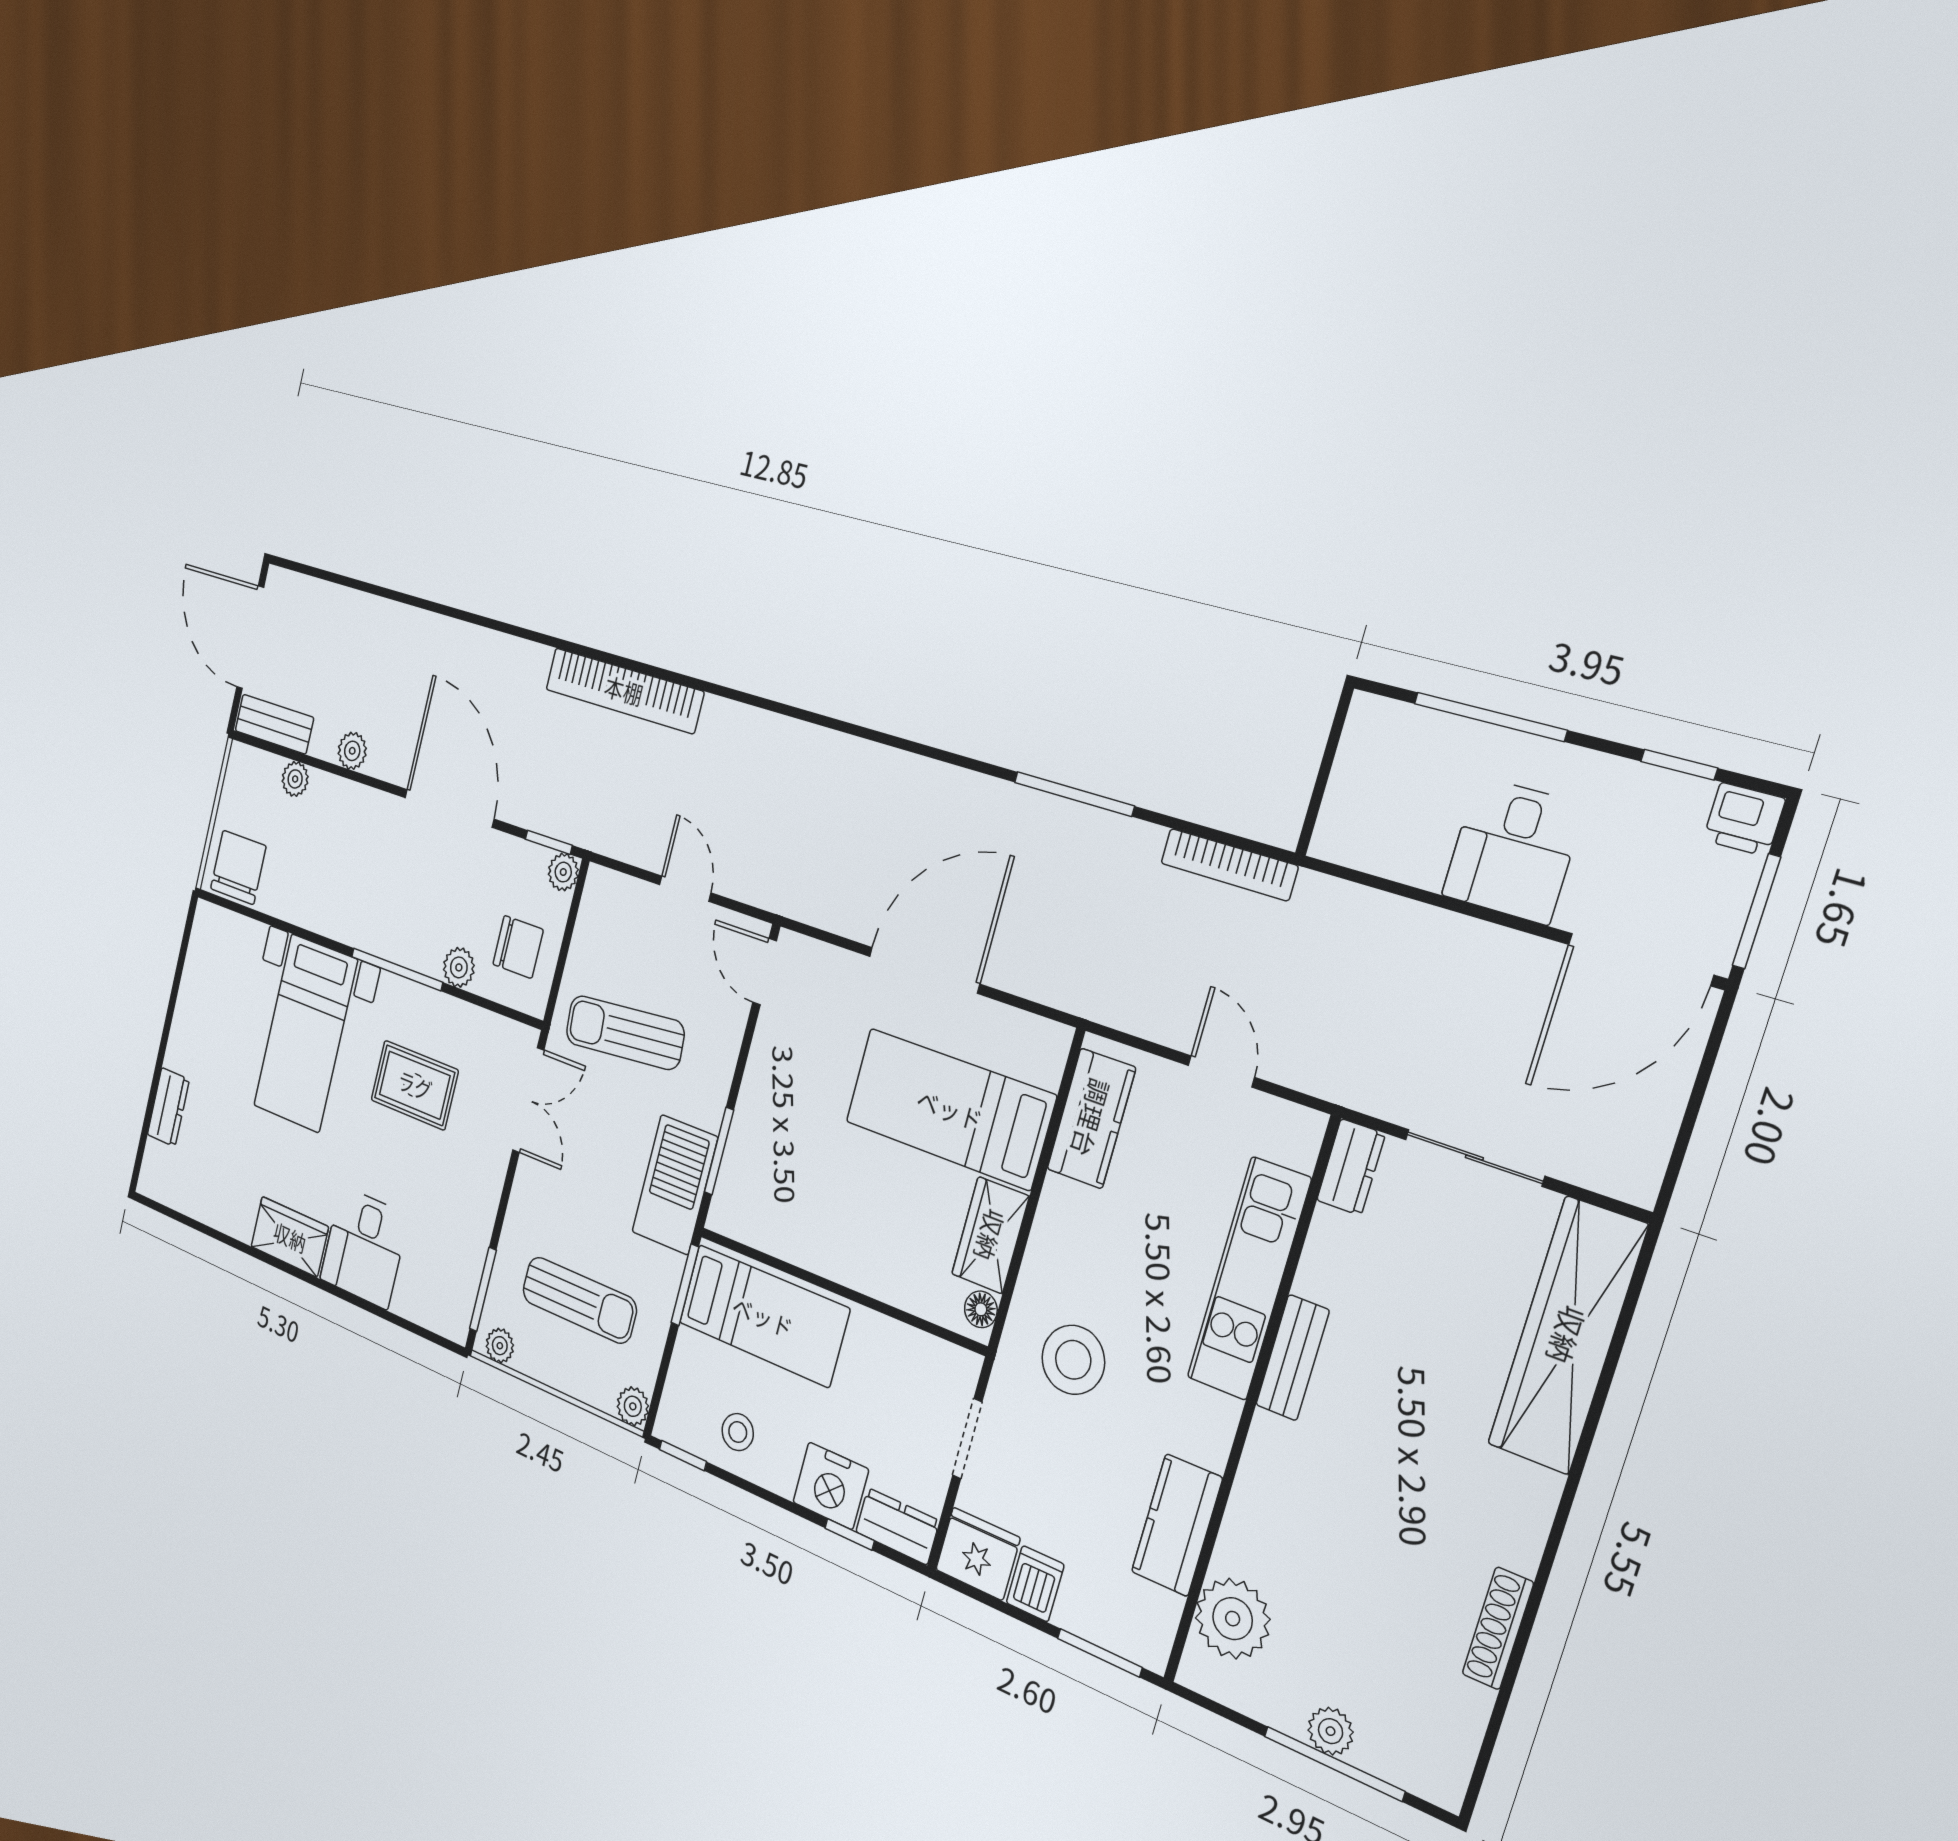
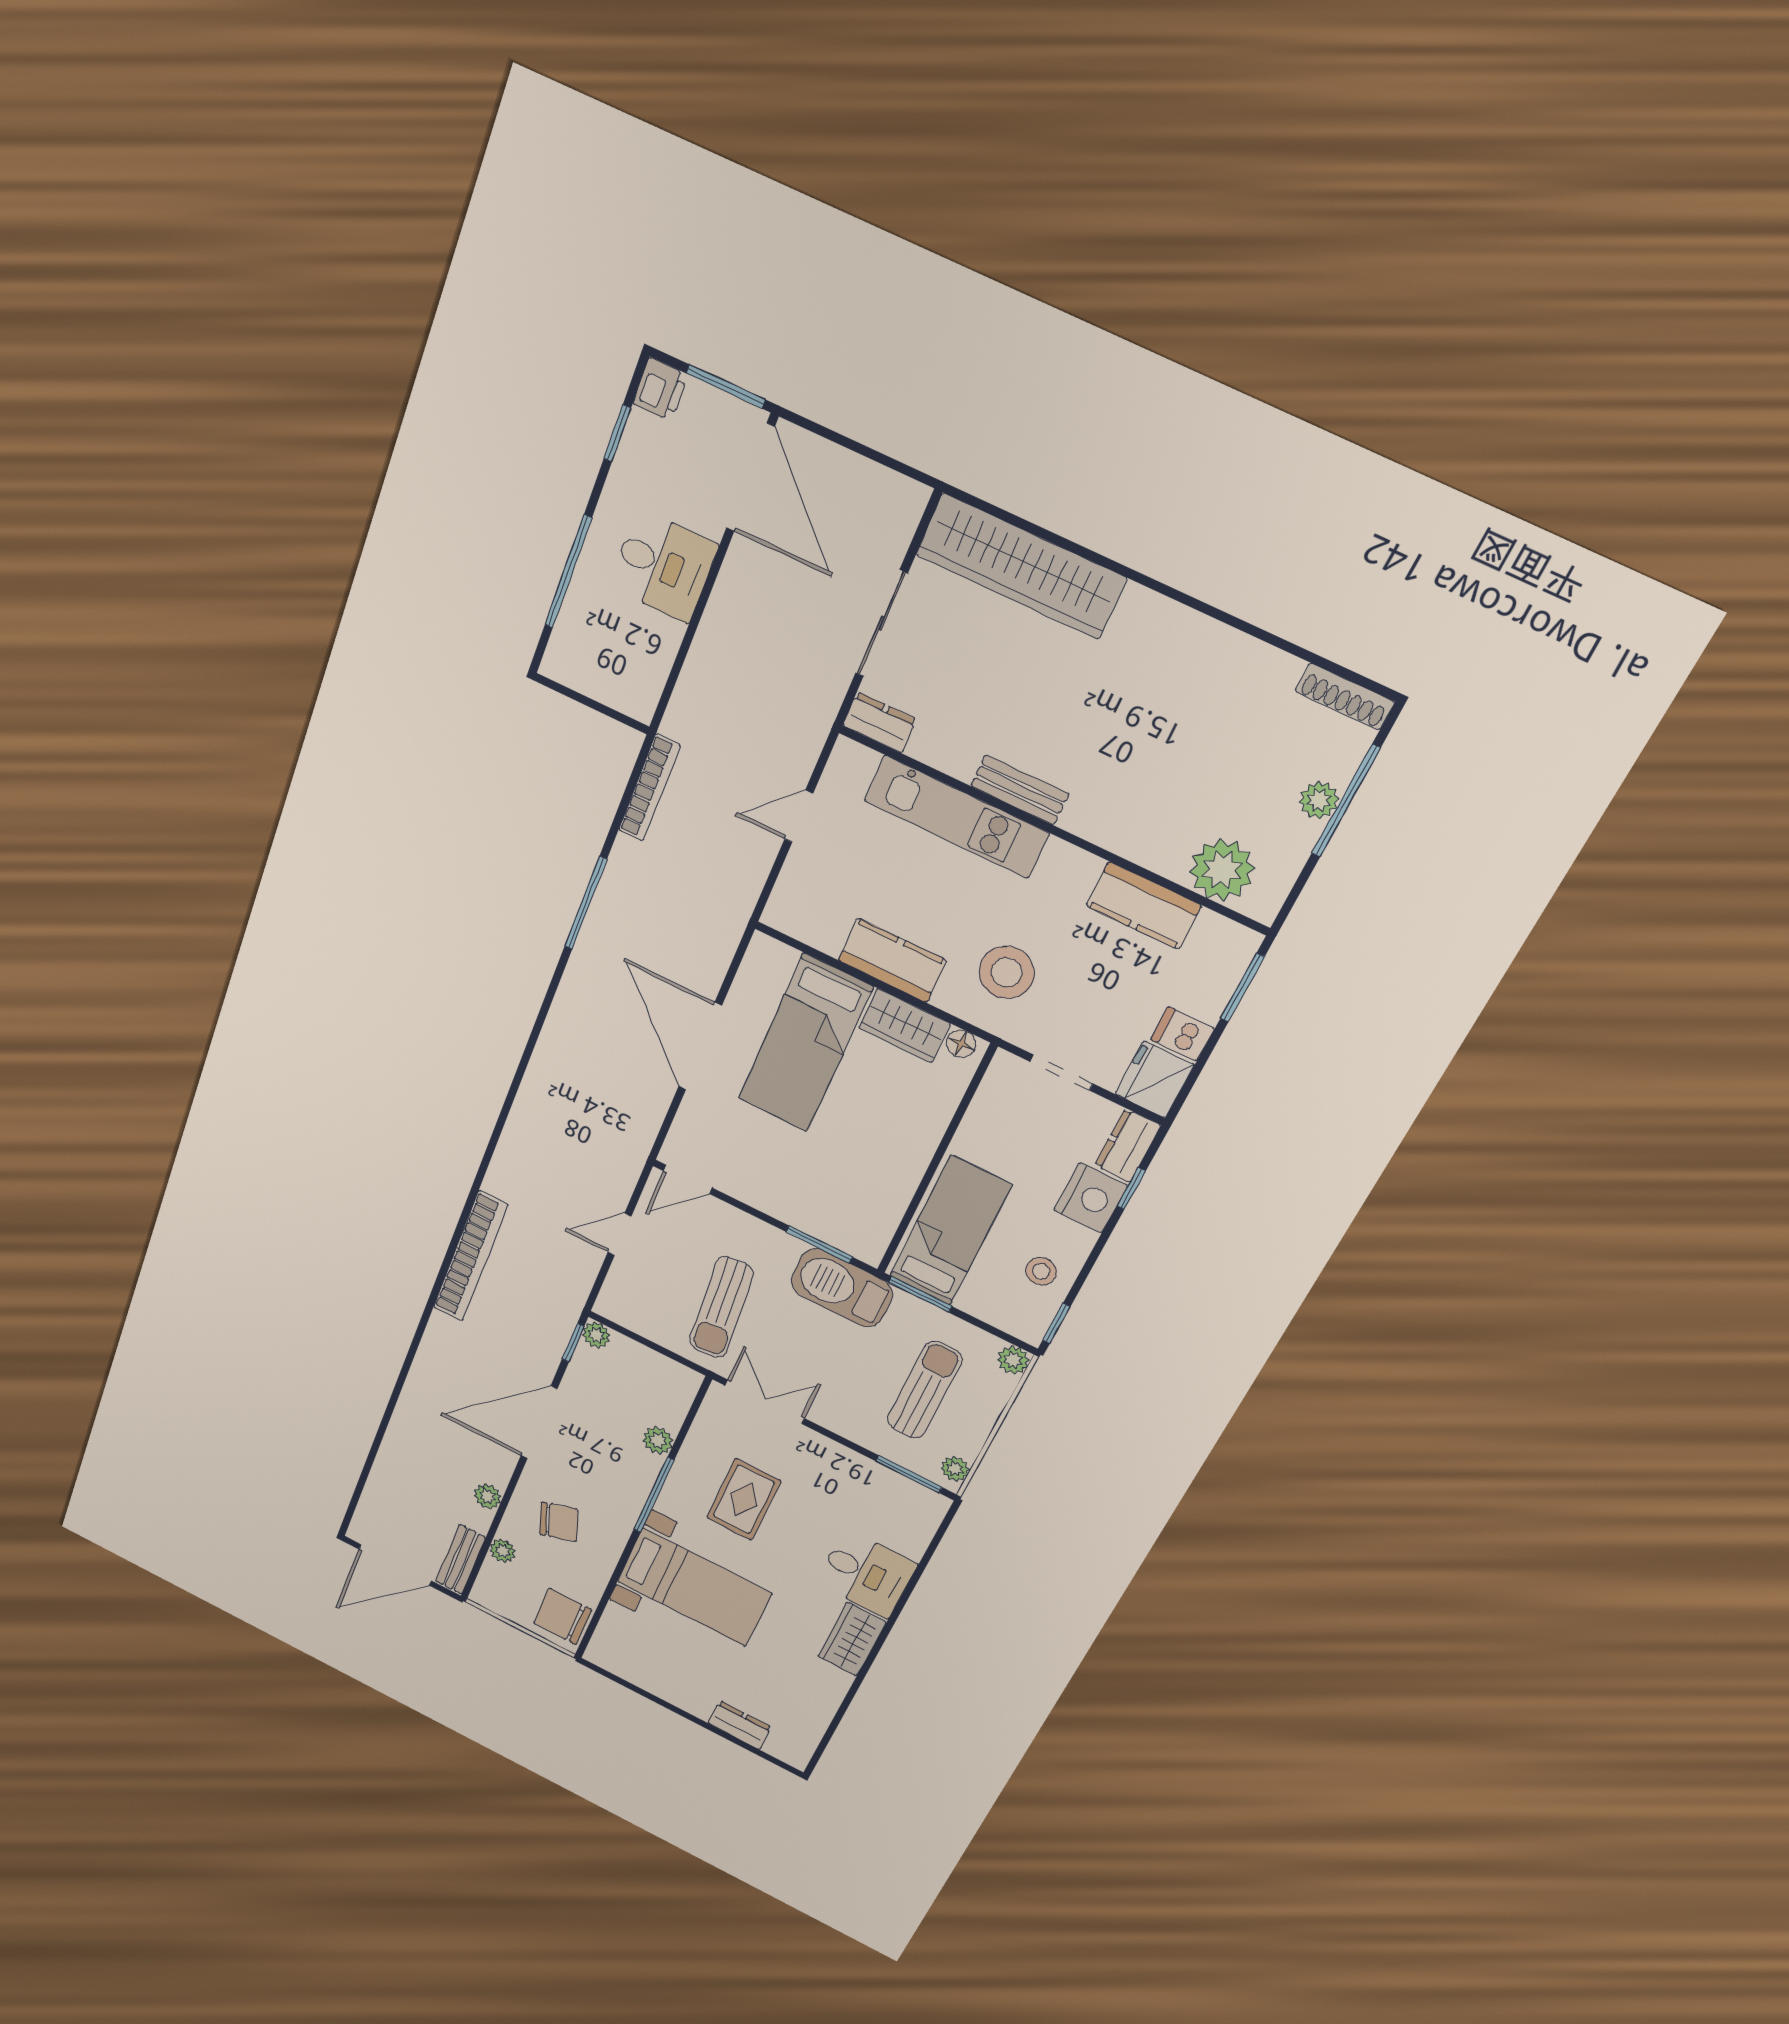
chair: (518, 947) -> (559, 1522), moved, turned 72
kitchen counter: (1091, 1118) -> (892, 960), moved
shoe rack: (1498, 1628) -> (1345, 697), moved

